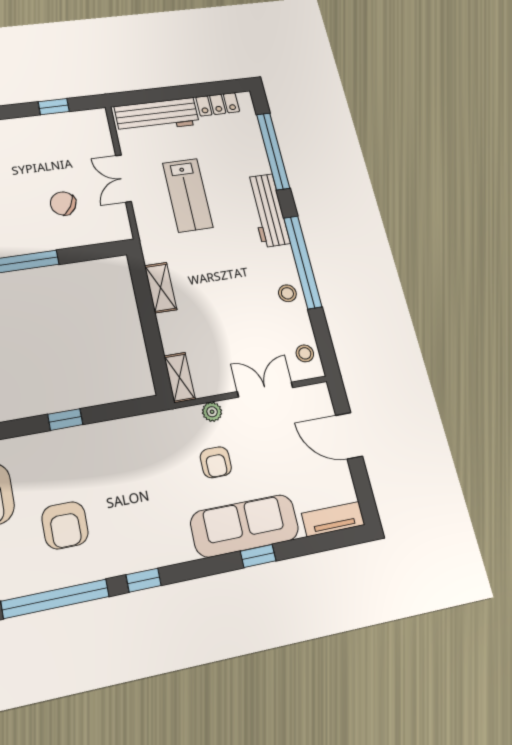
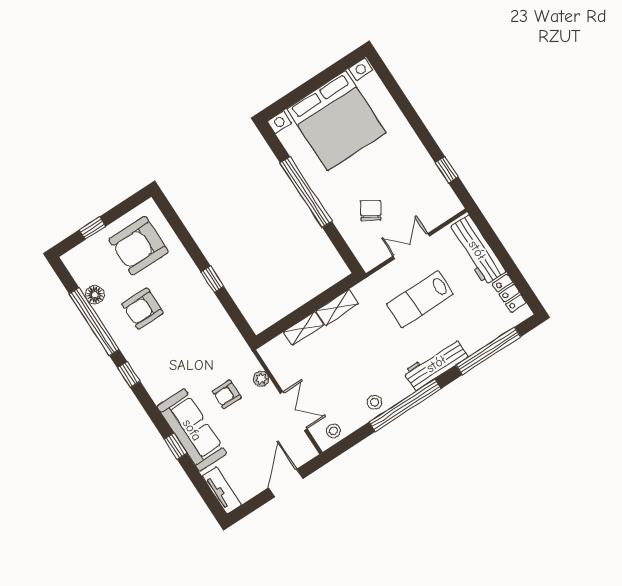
shelving: (180, 378) -> (303, 329), moved
floor lamp: (20, 583) -> (95, 295), added

